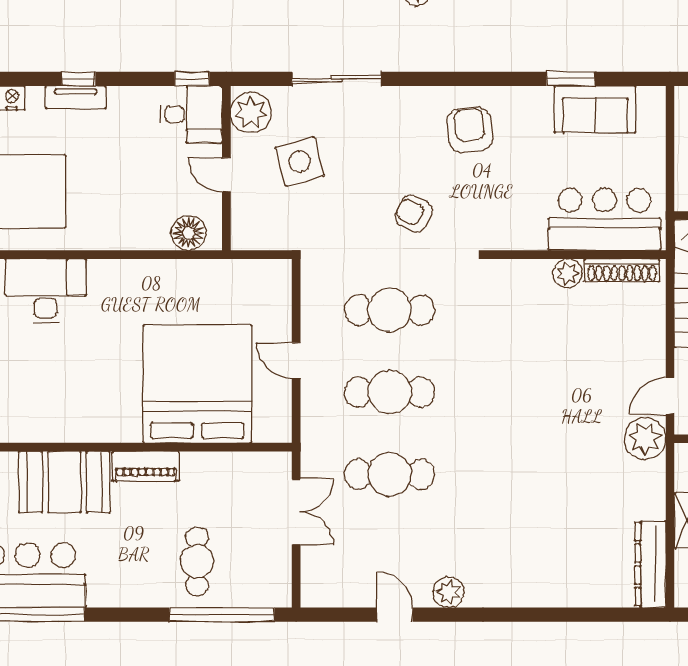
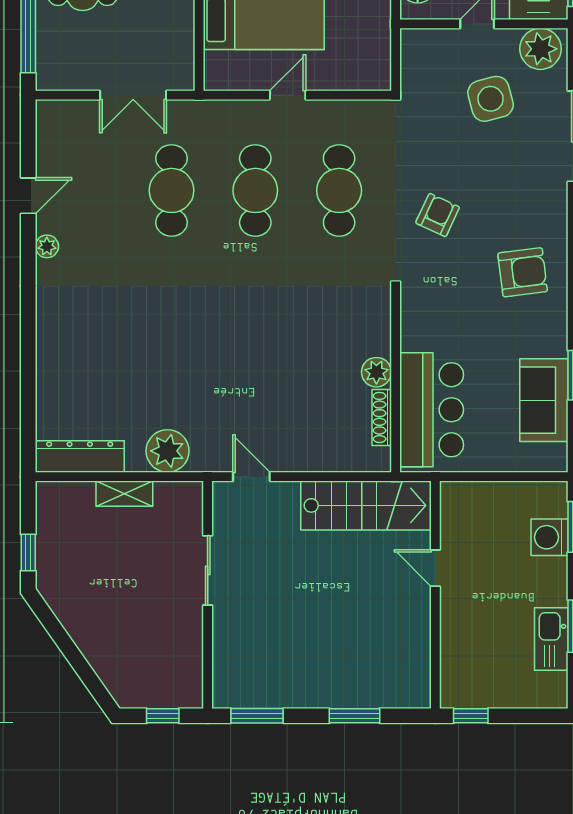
shoe rack: (622, 270) -> (382, 417), width x0.74, depth x0.81
plant: (645, 439) -> (168, 451), moved
plant: (449, 592) -> (47, 246), width x0.73, depth x0.73

